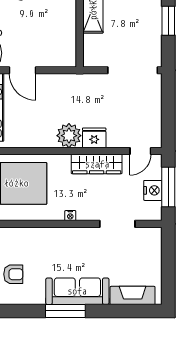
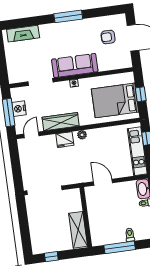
window: (168, 21) -> (24, 228), removed
door: (22, 70) -> (103, 182), moved
plant: (69, 136) -> (82, 135), width x0.53, depth x0.53
sofa: (77, 291) -> (75, 66), moved, turned 180

